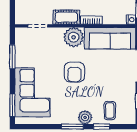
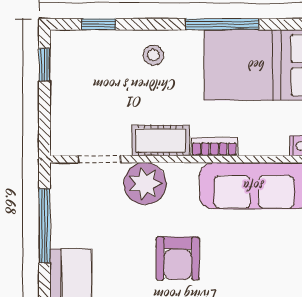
plant: (74, 37) -> (145, 184), moved
window: (12, 57) -> (45, 226), width x1.44

